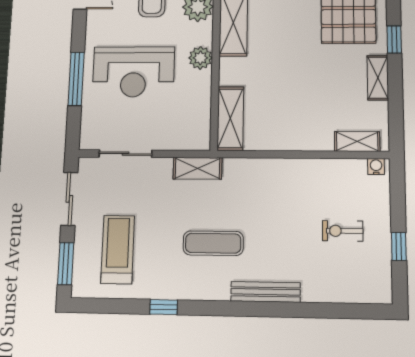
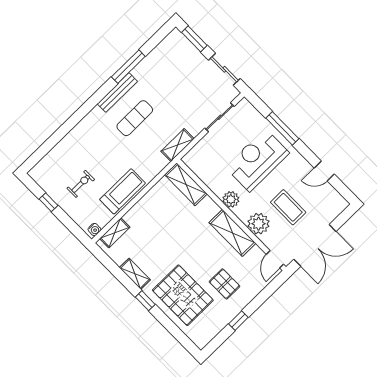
treadmill: (118, 249) -> (123, 191), moved, turned -90
bench: (266, 292) -> (117, 93), moved
window: (164, 307) -> (128, 67), width x2.17

